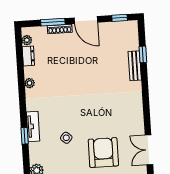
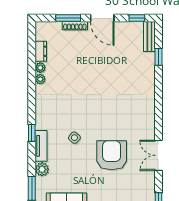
plant: (27, 40) -> (40, 68), moved
bench: (135, 66) -> (149, 37), moved
tv unit: (33, 126) -> (41, 146), moved

